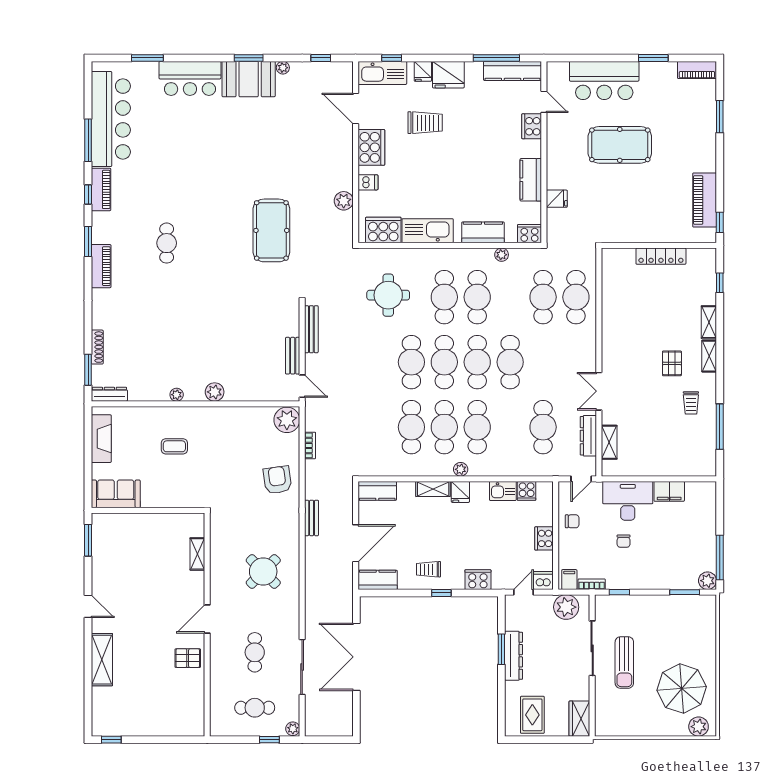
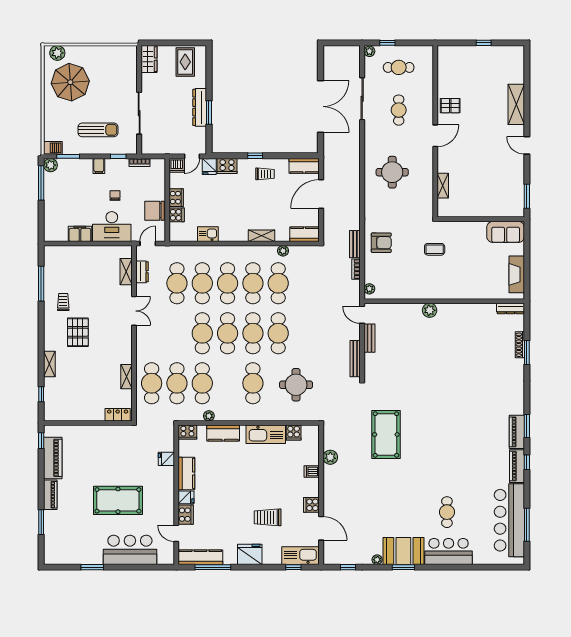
window: (147, 58) -> (481, 567), removed
piano: (697, 70) -> (50, 495), moved, turned 90
fridge: (423, 71) -> (186, 497), moved, turned 90
window: (88, 140) -> (527, 525), moved
cooker: (371, 147) -> (311, 505), width x0.53, depth x0.76
cooker: (383, 230) -> (294, 433), width x0.53, depth x0.76
cafe table: (167, 243) -> (447, 512), moved
locker: (661, 256) -> (118, 415), moved, width x0.66
piano: (101, 266) -> (517, 432), moved
cafe table: (477, 297) -> (202, 383), moved
shelving: (709, 356) -> (127, 377), moved
pallet: (672, 363) -> (78, 332), width x1.50, depth x1.42
window: (88, 370) -> (527, 353), moved
plant: (177, 395) -> (459, 308), removed
plant: (287, 420) -> (369, 289), width x0.53, depth x0.53
cafe table: (510, 427) -> (202, 283), added
dresser: (588, 436) -> (142, 272), width x0.70
coffee table: (174, 446) -> (435, 249), moved
plant: (461, 469) -> (283, 251), moved
armchair: (277, 480) -> (381, 243), turned -82
cooker: (527, 491) -> (177, 215), moved, turned 90
fridge: (460, 492) -> (209, 166), moved, turned 180
bench: (312, 518) -> (355, 244), moved
chair: (572, 521) -> (155, 211), width x1.87, depth x1.87
round table: (263, 571) -> (392, 172), turned 45
filing cabinet: (569, 580) -> (99, 166), moved
barbecue: (704, 603) -> (53, 148), added
plant: (566, 607) -> (159, 145), removed
sun lounger: (624, 662) -> (98, 130), moved, turned 90
window: (111, 740) -> (484, 43), moved

